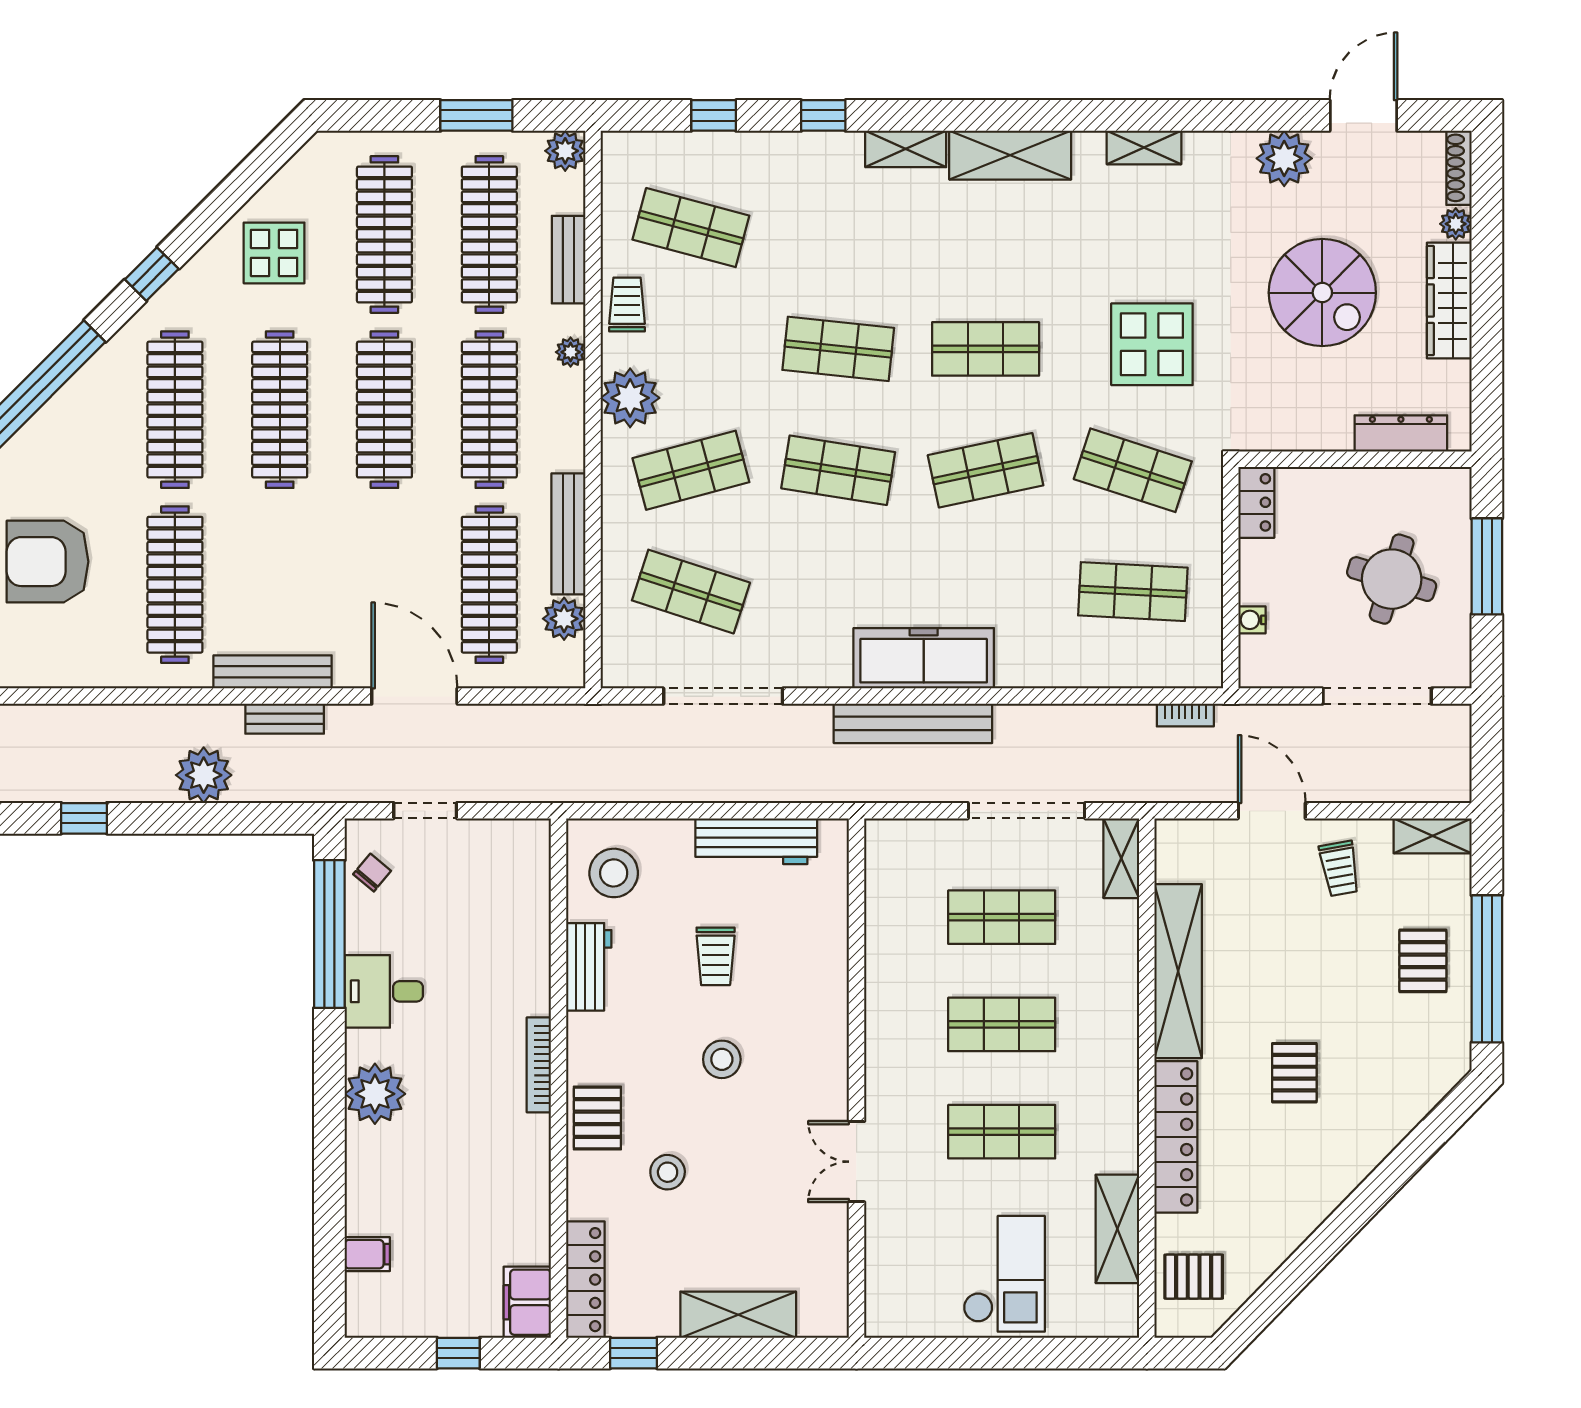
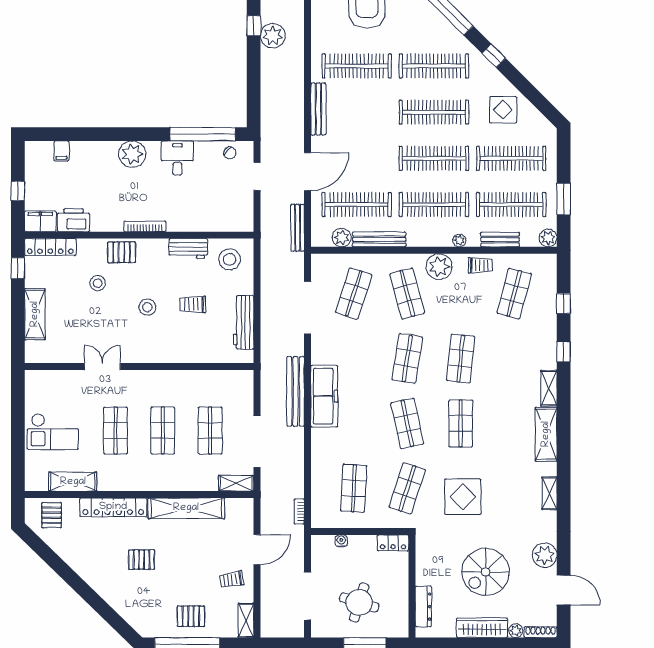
bench: (285, 719) -> (298, 228), moved, width x1.36
plant: (204, 775) -> (273, 36), moved
printer: (525, 1227) -> (73, 220), added

